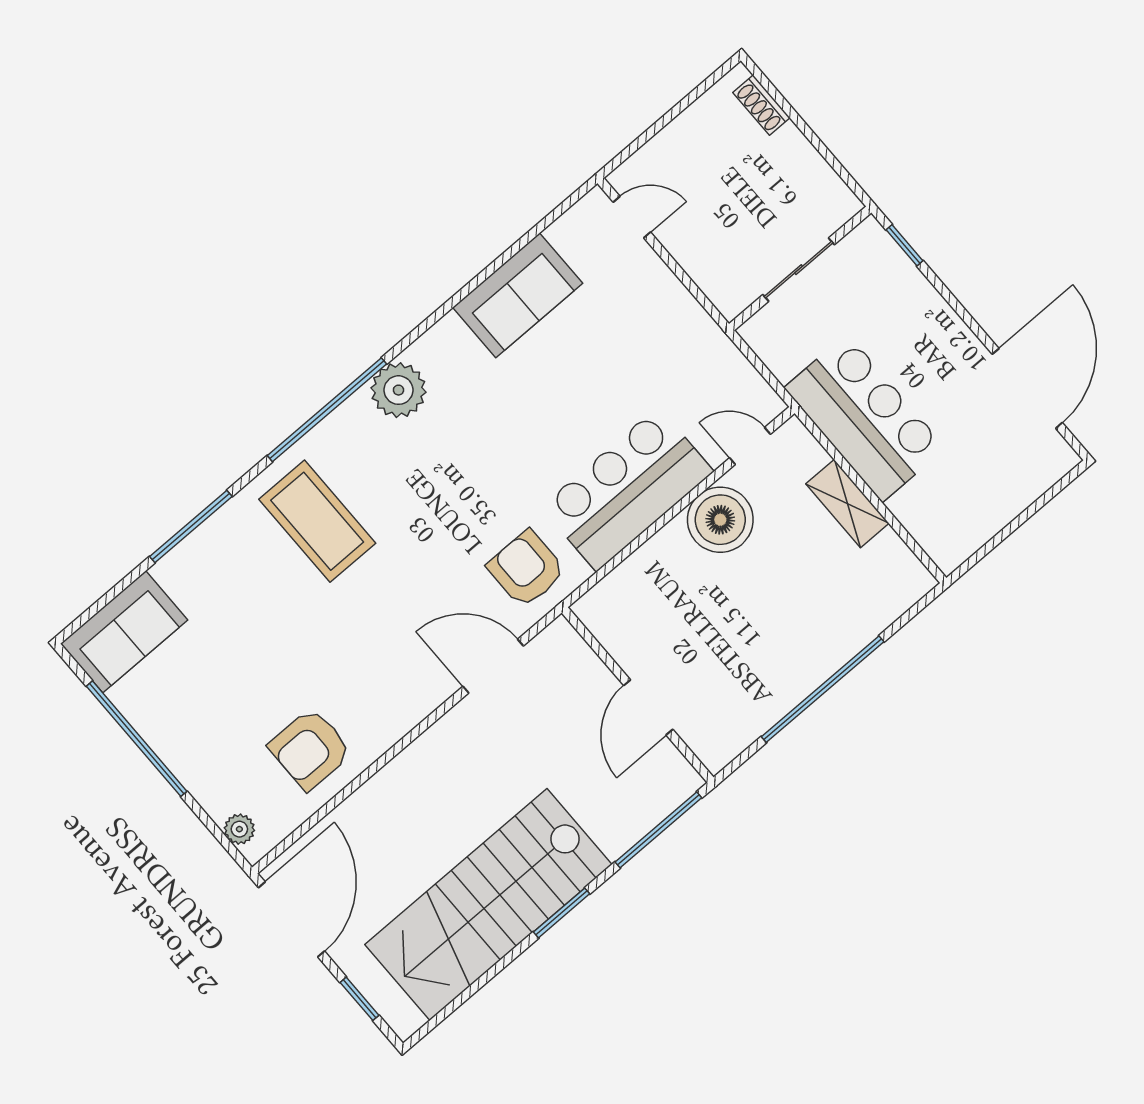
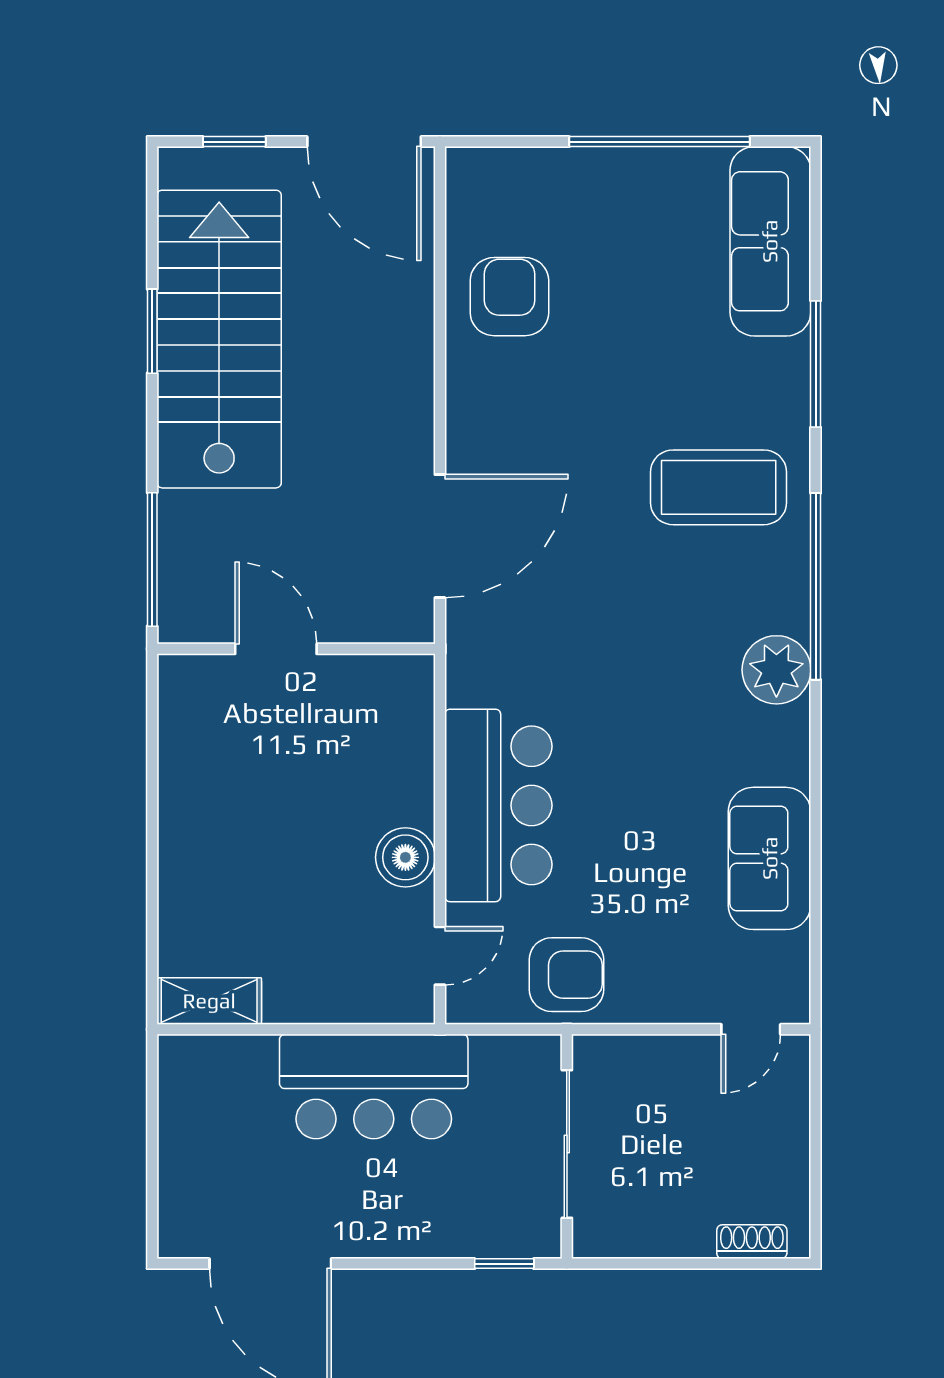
sliding door: (799, 270) -> (567, 1144), width x1.37
shelving: (847, 504) -> (209, 1001), moved
boiler: (720, 520) -> (405, 857), width x0.73, depth x0.73
armchair: (526, 569) -> (567, 975), moved
sofa: (124, 632) -> (770, 241), width x1.36
door: (493, 666) -> (440, 536), width x1.36
window: (823, 689) -> (152, 828), removed
plant: (239, 829) -> (491, 165), removed
window: (562, 913) -> (152, 331), moved

